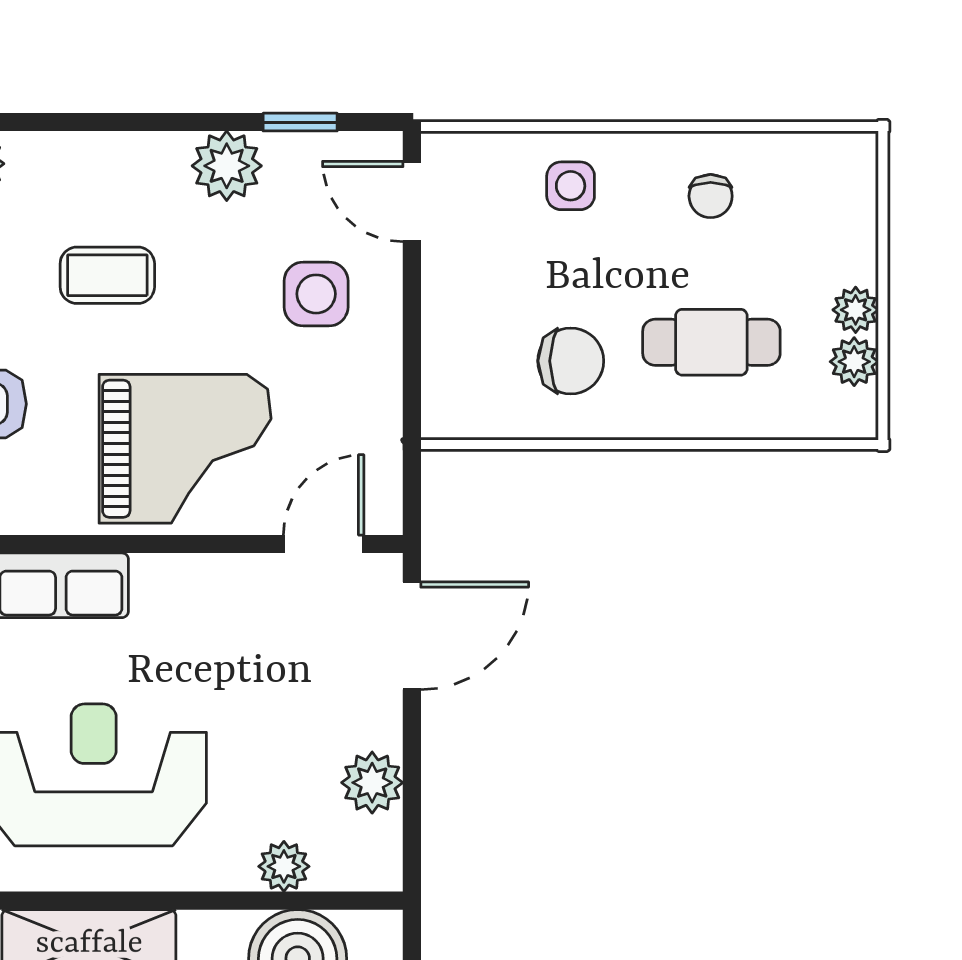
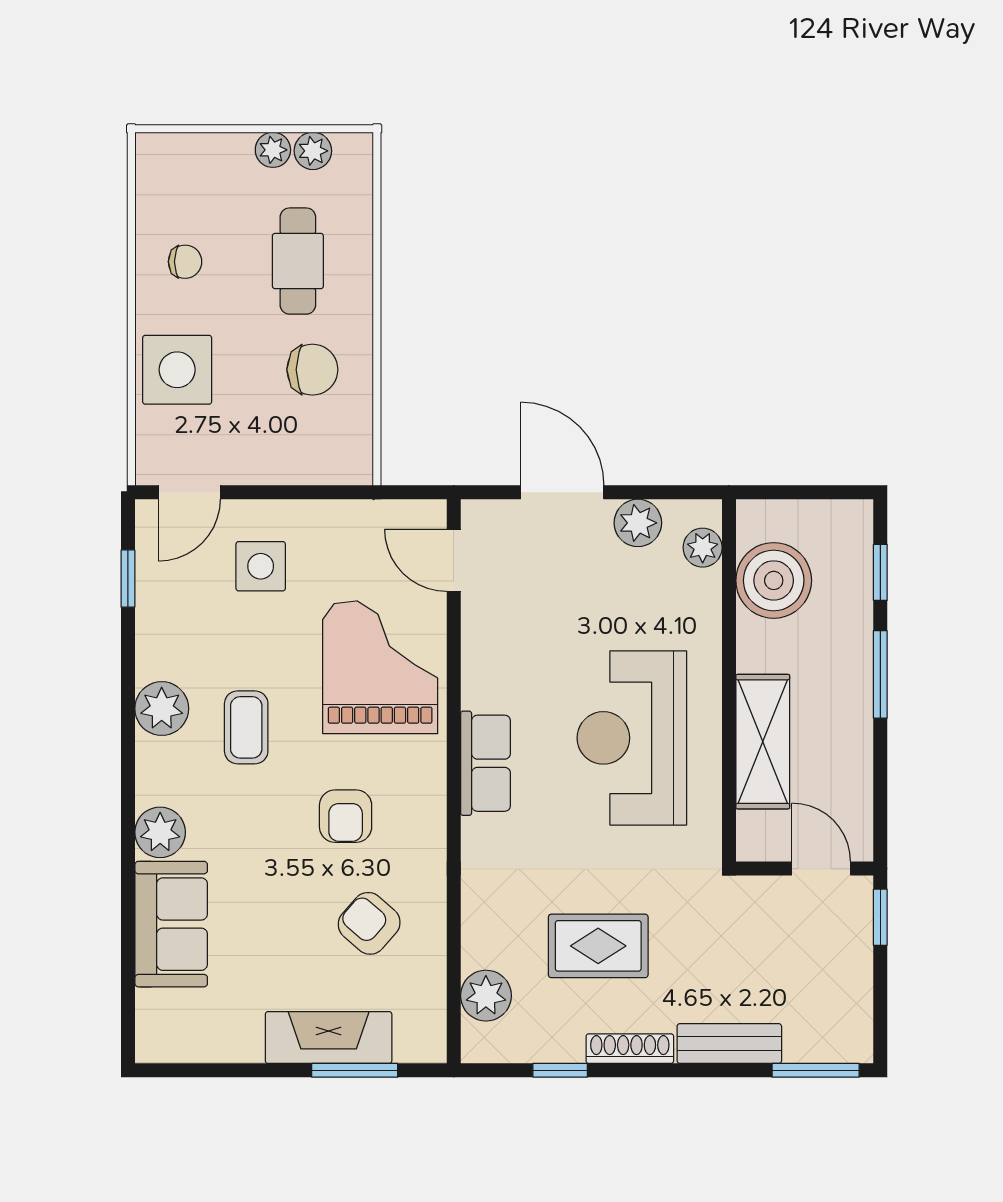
plant: (227, 166) -> (162, 709), moved
side table: (571, 186) -> (177, 370), width x1.87, depth x1.87
chair: (571, 361) -> (312, 370), turned 90
door: (412, 636) -> (562, 492), moved
plant: (284, 866) -> (703, 548), moved

